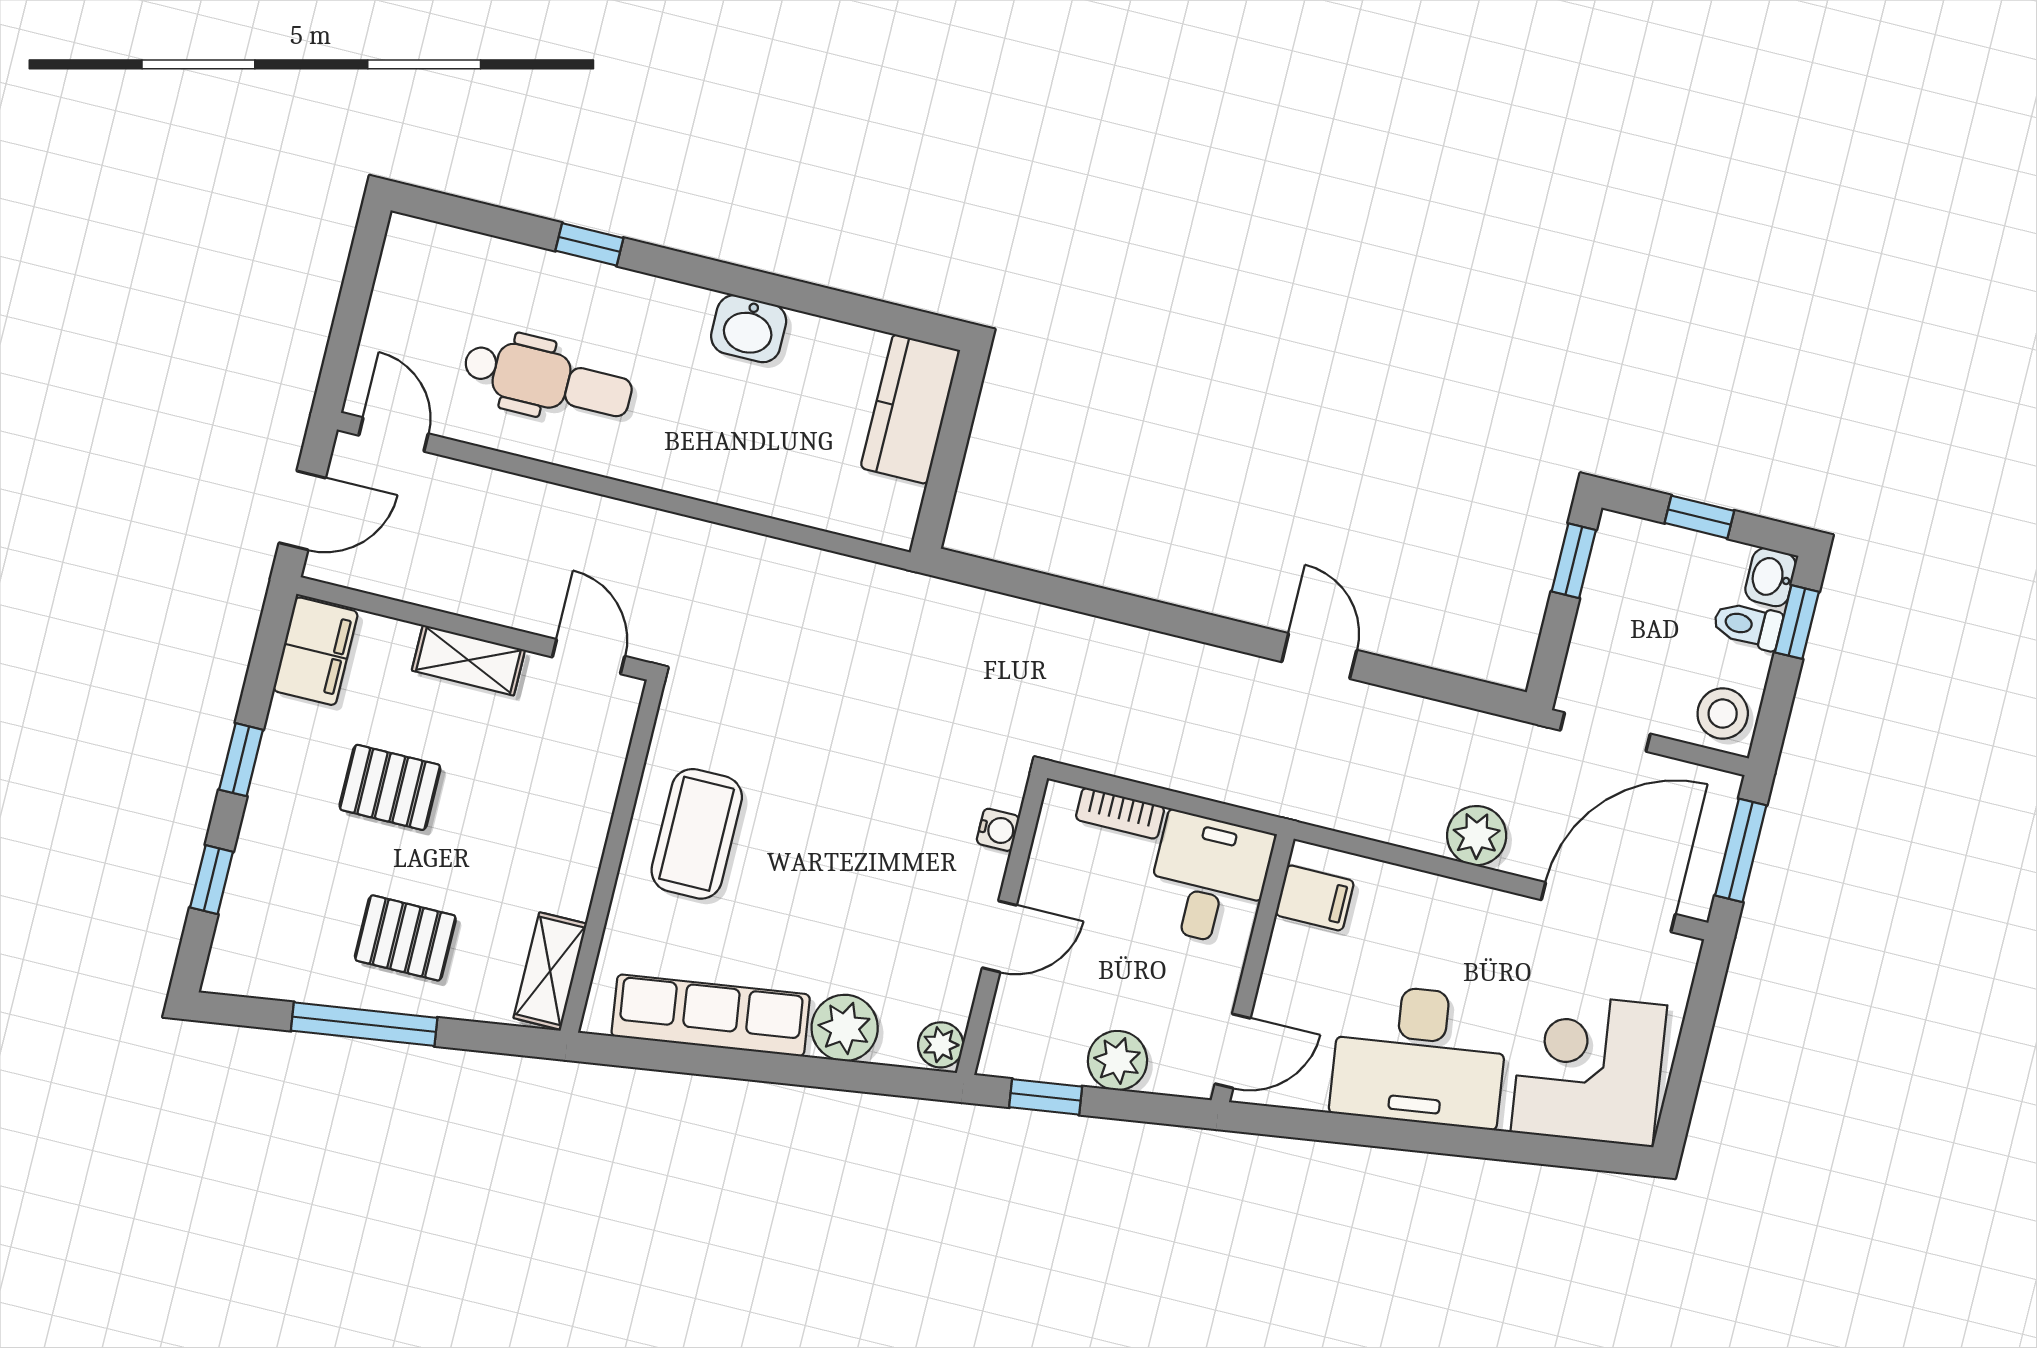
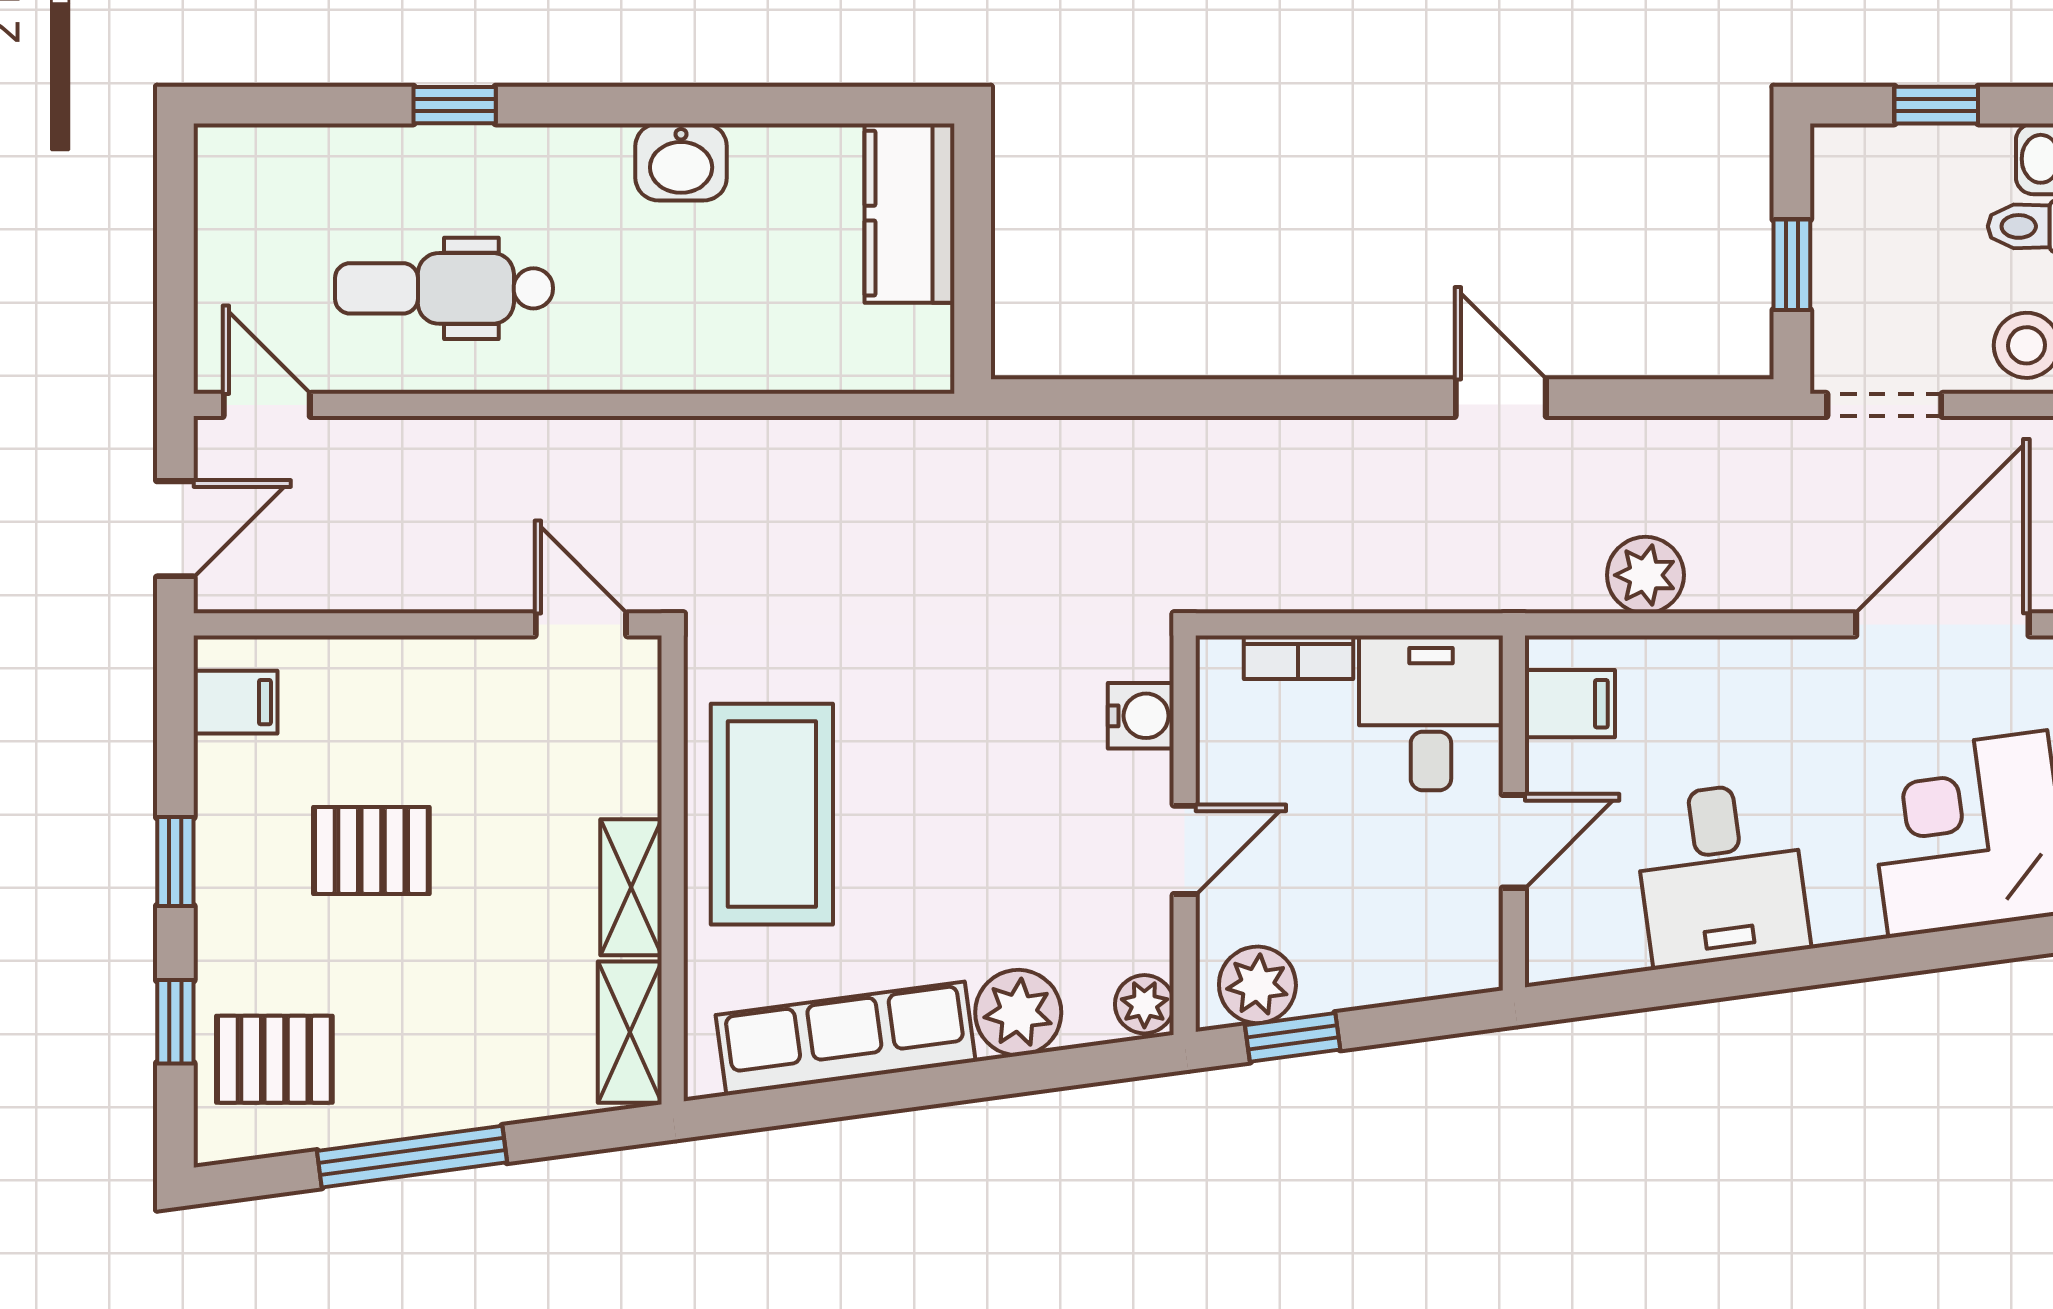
dental chair: (548, 380) -> (444, 288), turned 180
window: (1574, 561) -> (1792, 265), moved
filing cabinet: (316, 651) -> (236, 702), width x0.50
shelving: (468, 660) -> (631, 887), moved, turned 90
water cooler: (998, 830) -> (1141, 716), width x1.38, depth x1.38
coffee table: (697, 834) -> (772, 814), width x1.36, depth x1.32
plant: (1477, 836) -> (1645, 575), moved
pallet: (405, 938) -> (274, 1059), moved
door: (1233, 1051) -> (1514, 841), moved
desk: (1419, 1056) -> (1721, 874), width x0.73
plant: (1117, 1060) -> (1257, 985), moved

